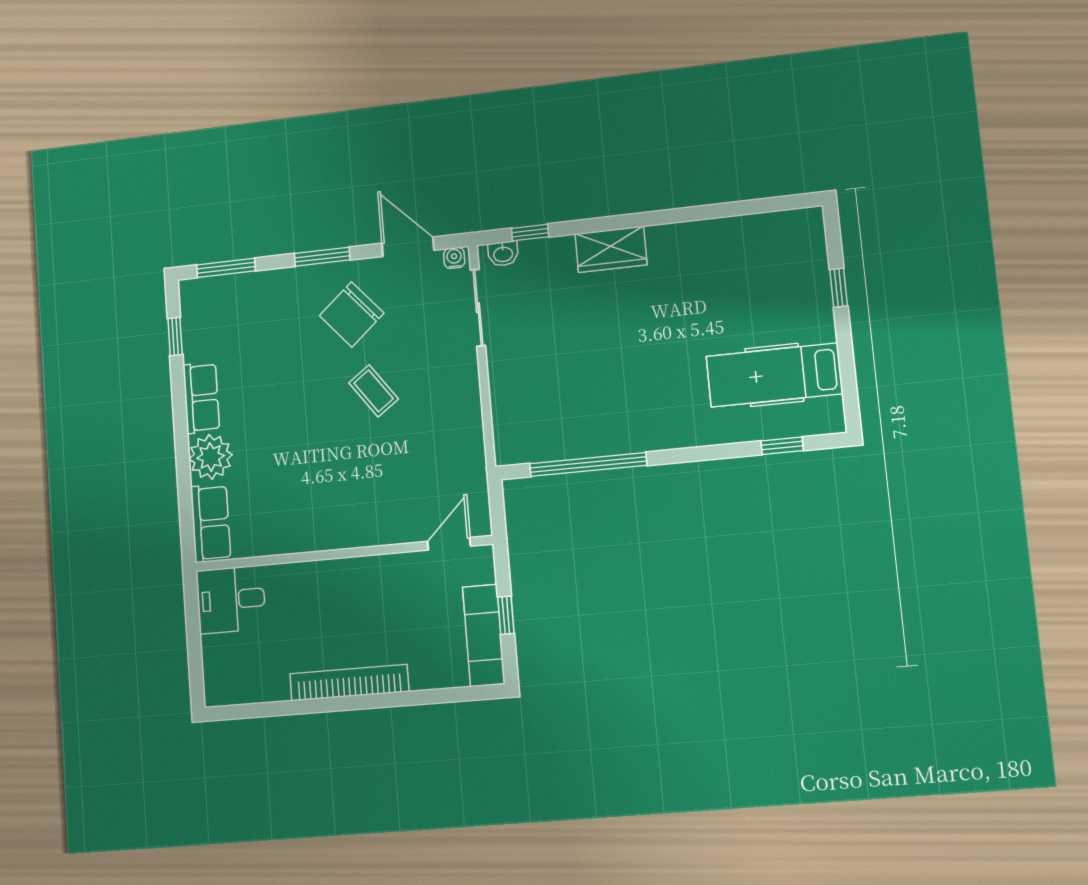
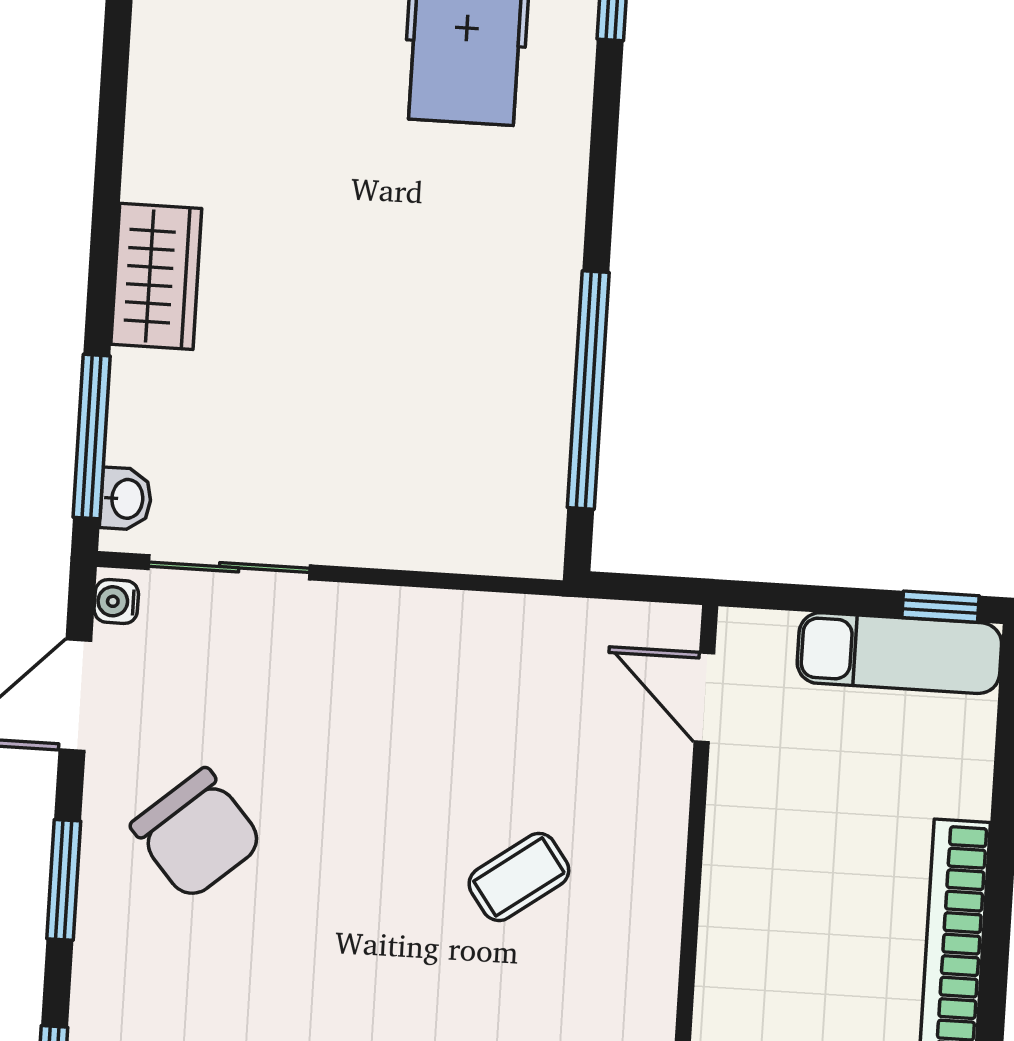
window: (530, 233) -> (92, 437), width x2.17
coffee table: (374, 391) -> (519, 877), moved
window: (506, 615) -> (941, 607), moved

